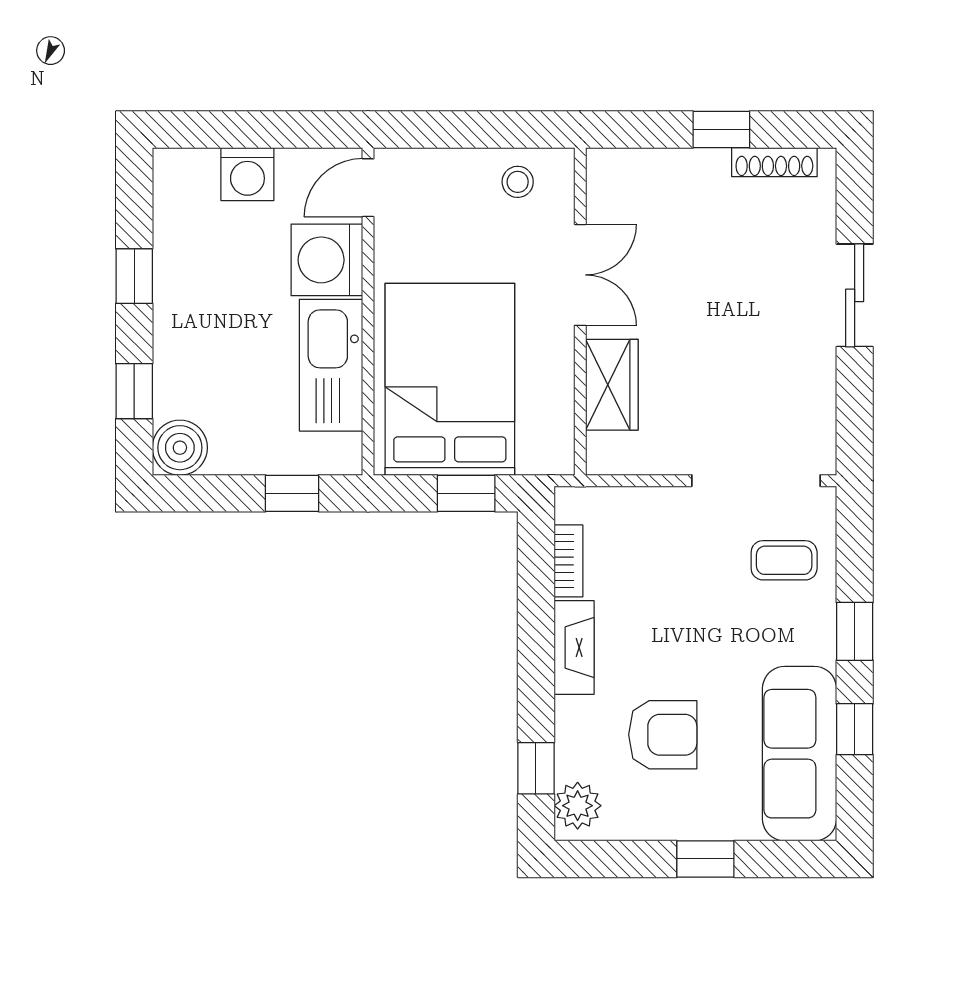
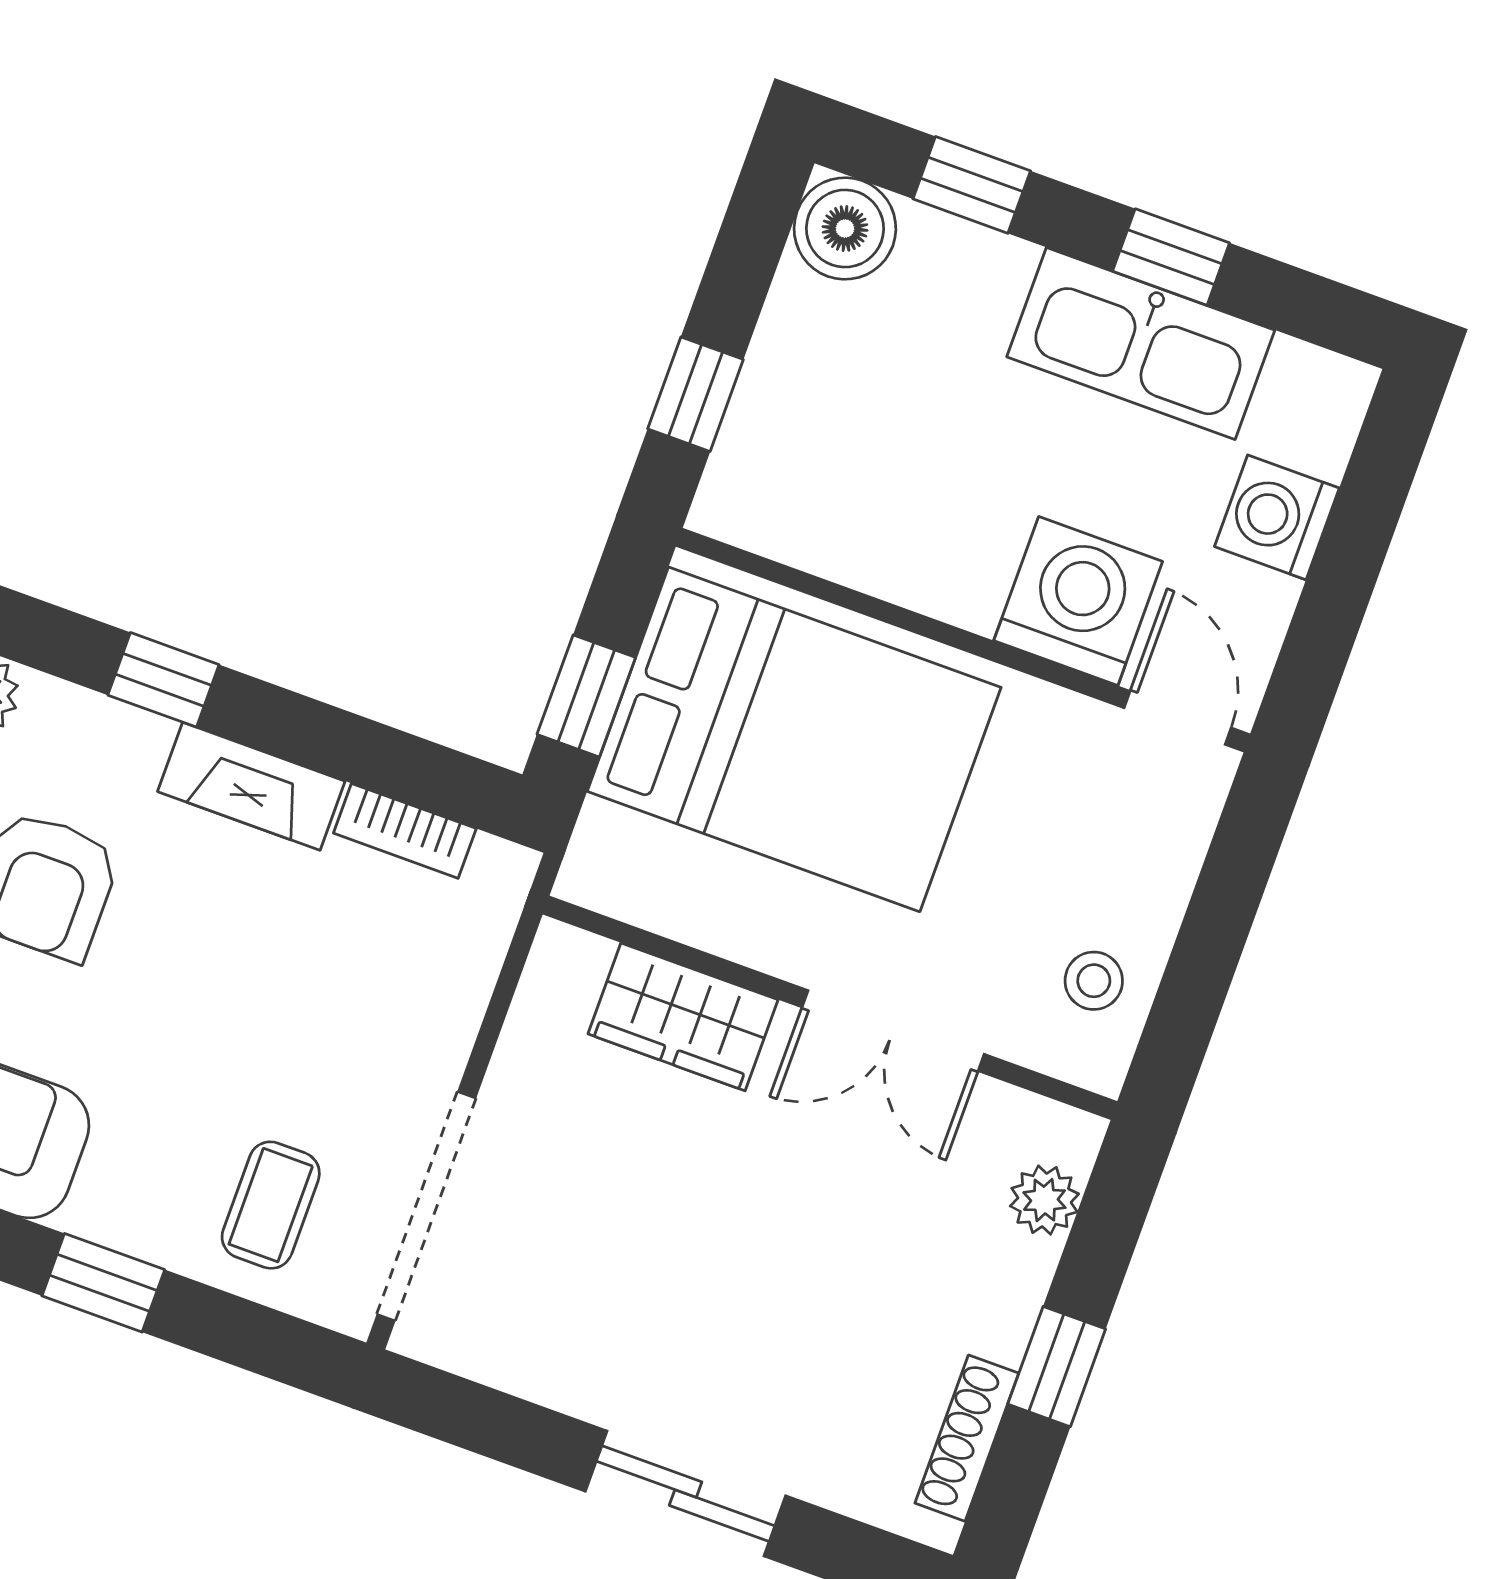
plant: (639, 167) -> (1044, 1200), added
kitchen sink: (331, 365) -> (1141, 343), moved, turned 180
window: (536, 768) -> (163, 680), moved

